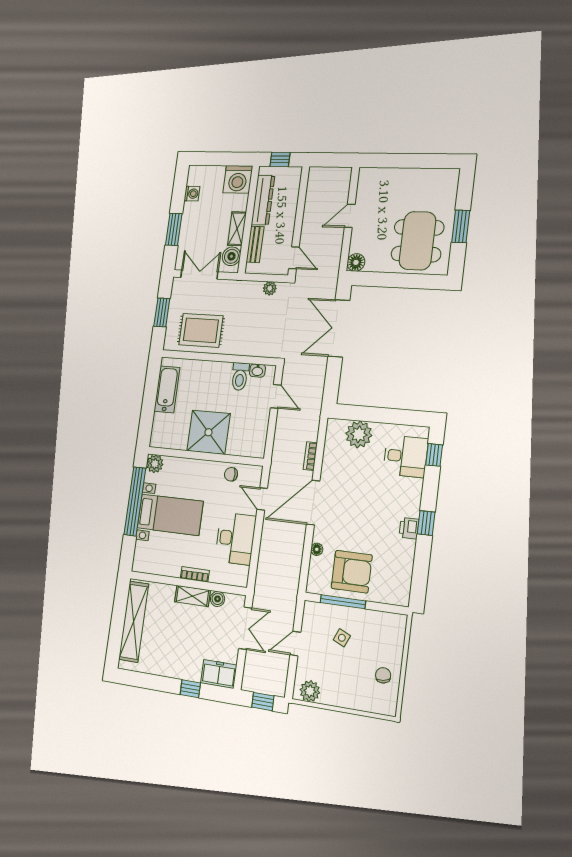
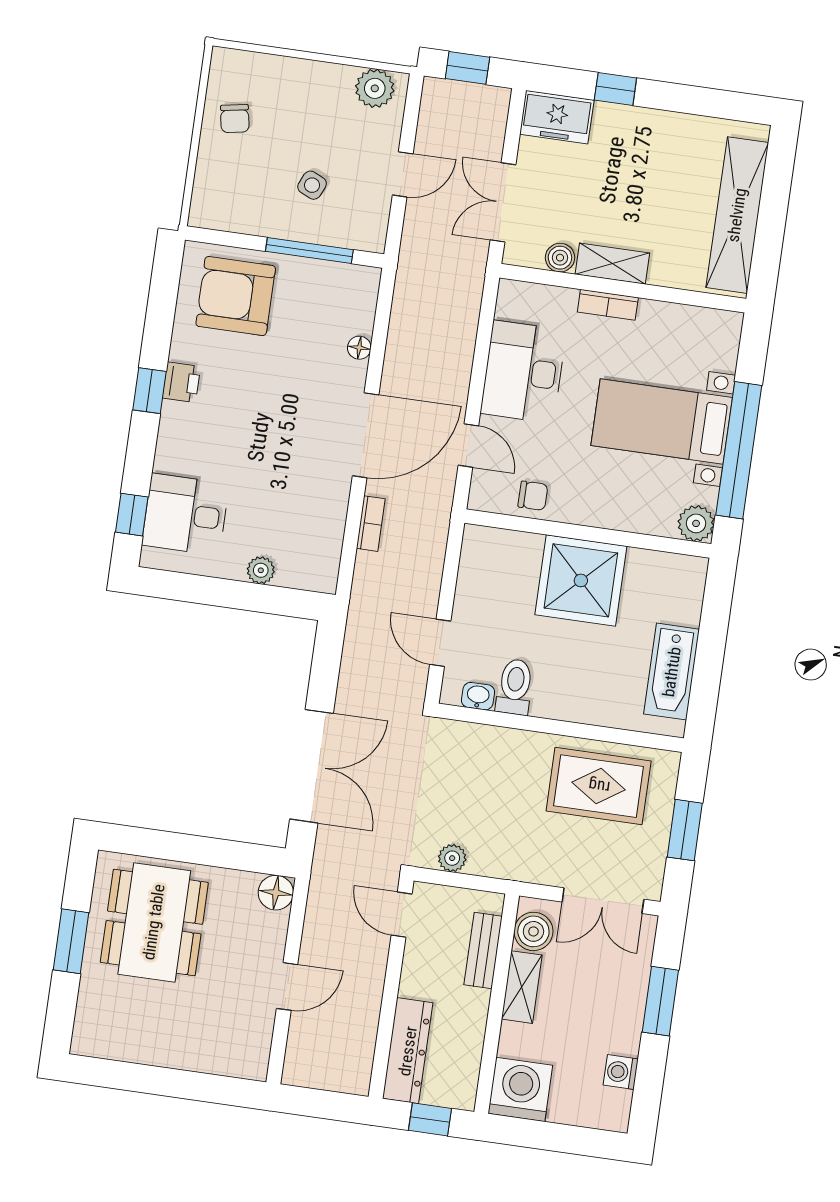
dresser: (263, 200) -> (408, 1051), moved, turned 180
plant: (359, 434) -> (261, 570), width x0.53, depth x0.53
armchair: (352, 572) -> (236, 296), moved

